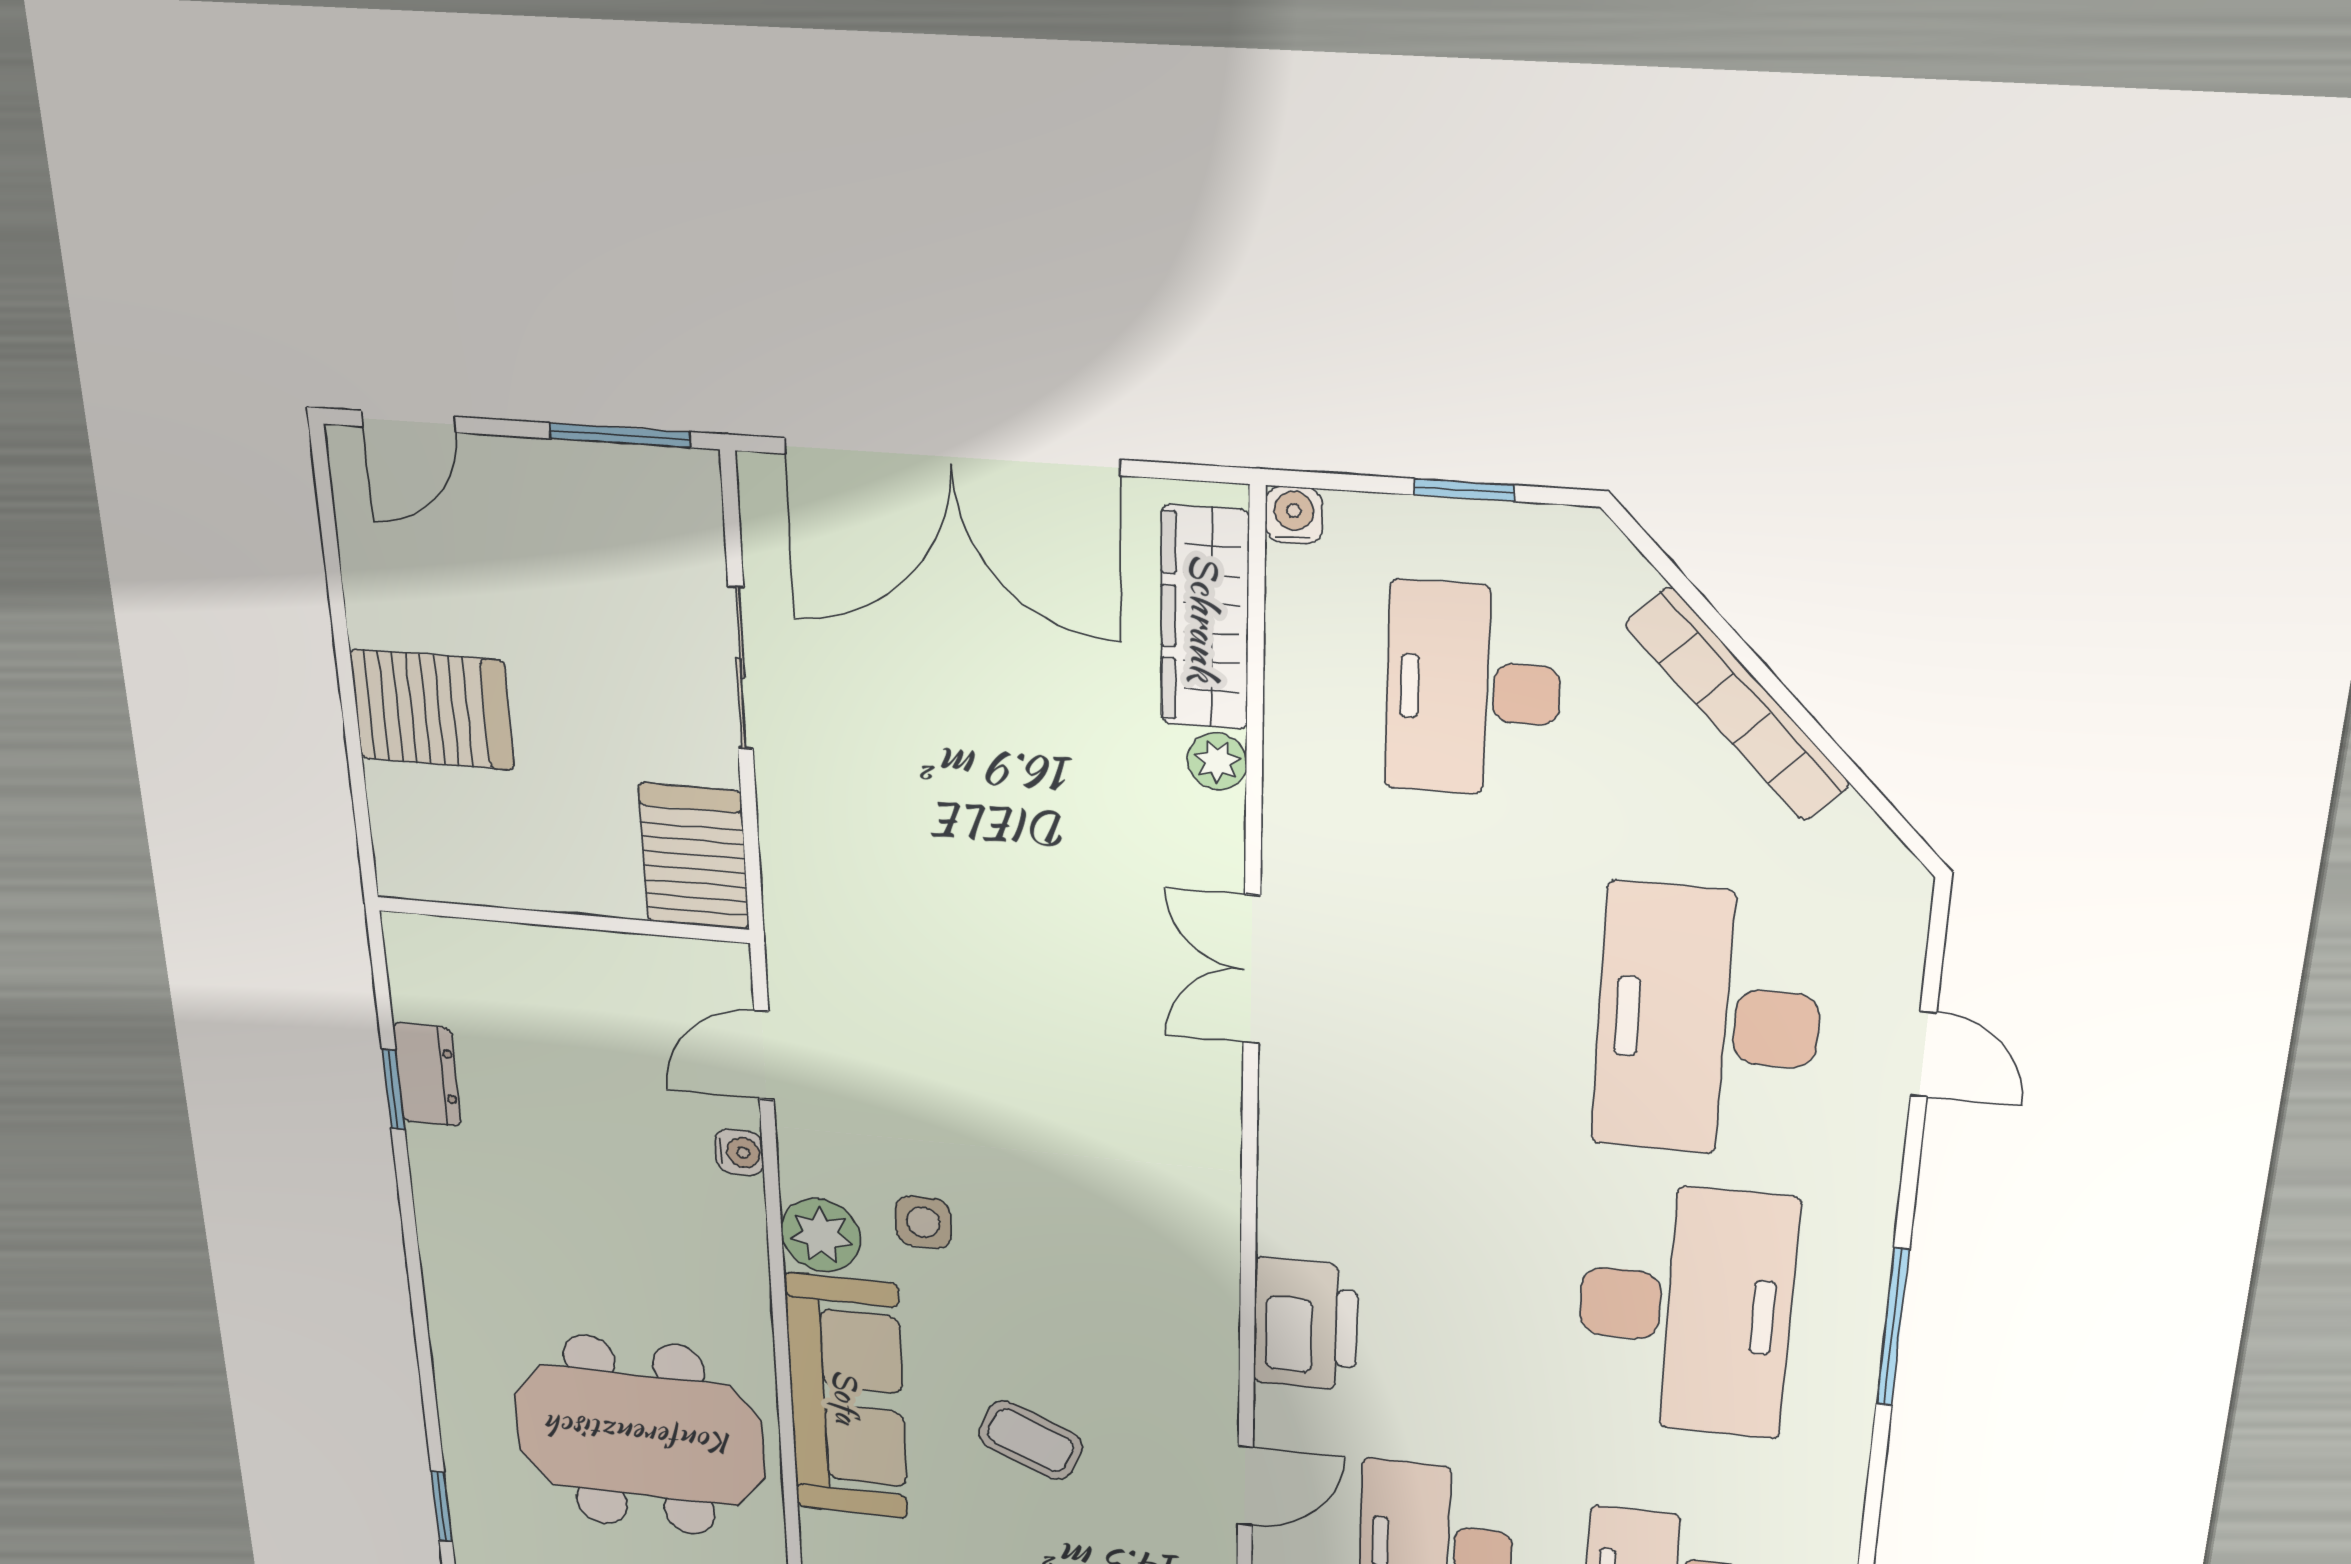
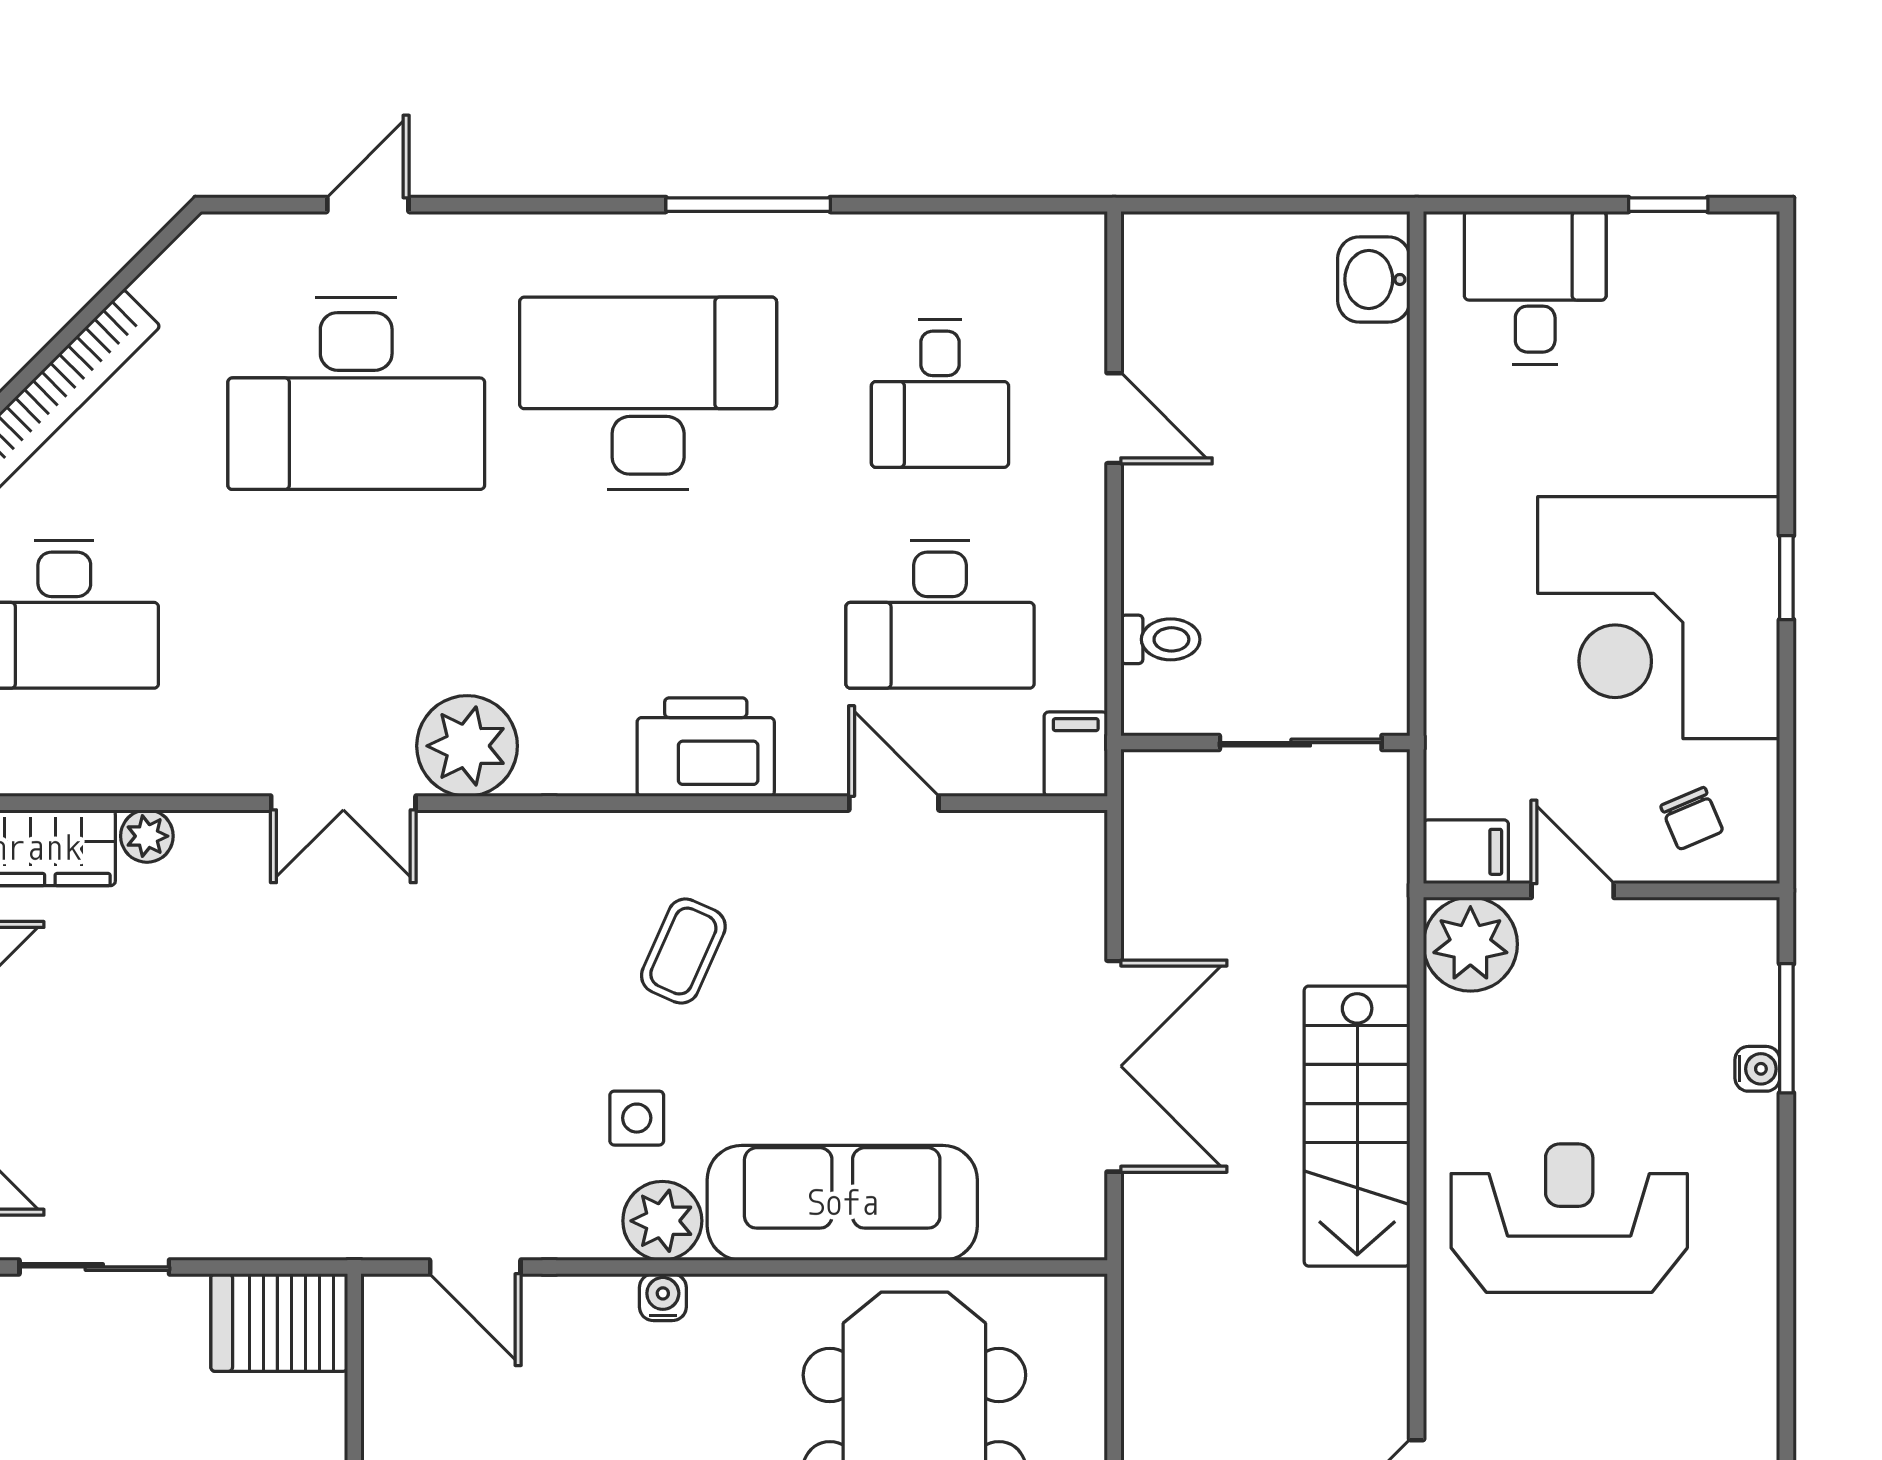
plant: (1312, 1099) -> (467, 746), added
water cooler: (740, 1152) -> (663, 1297), moved
window: (1893, 1328) -> (748, 205), moved
coffee table: (1031, 1440) -> (683, 951), moved

